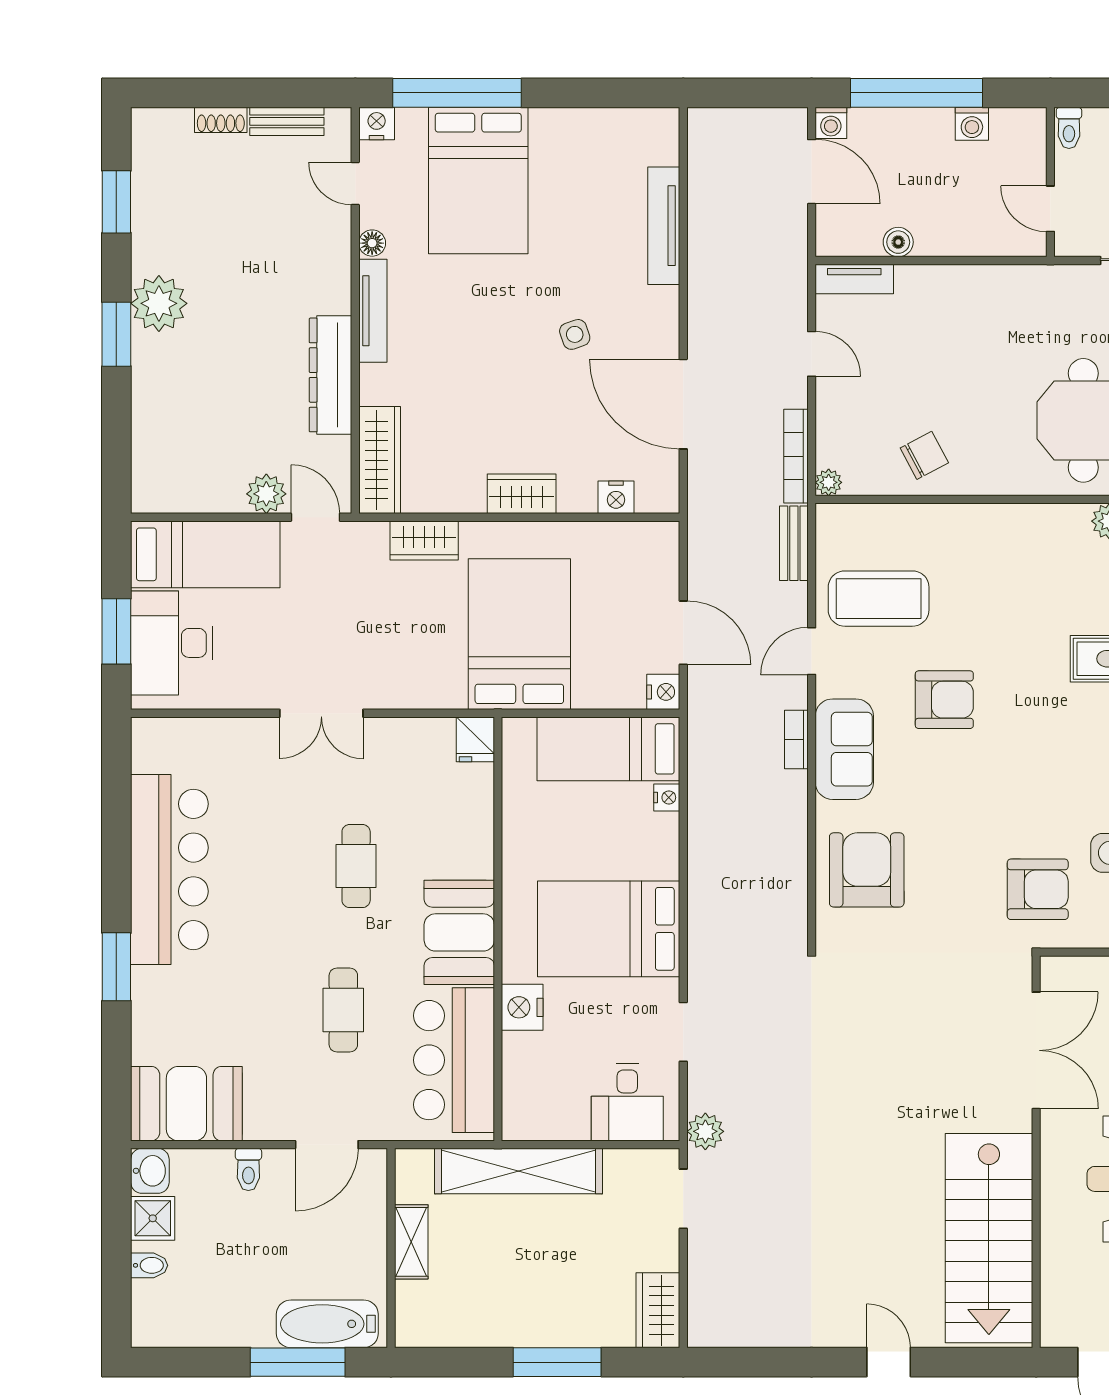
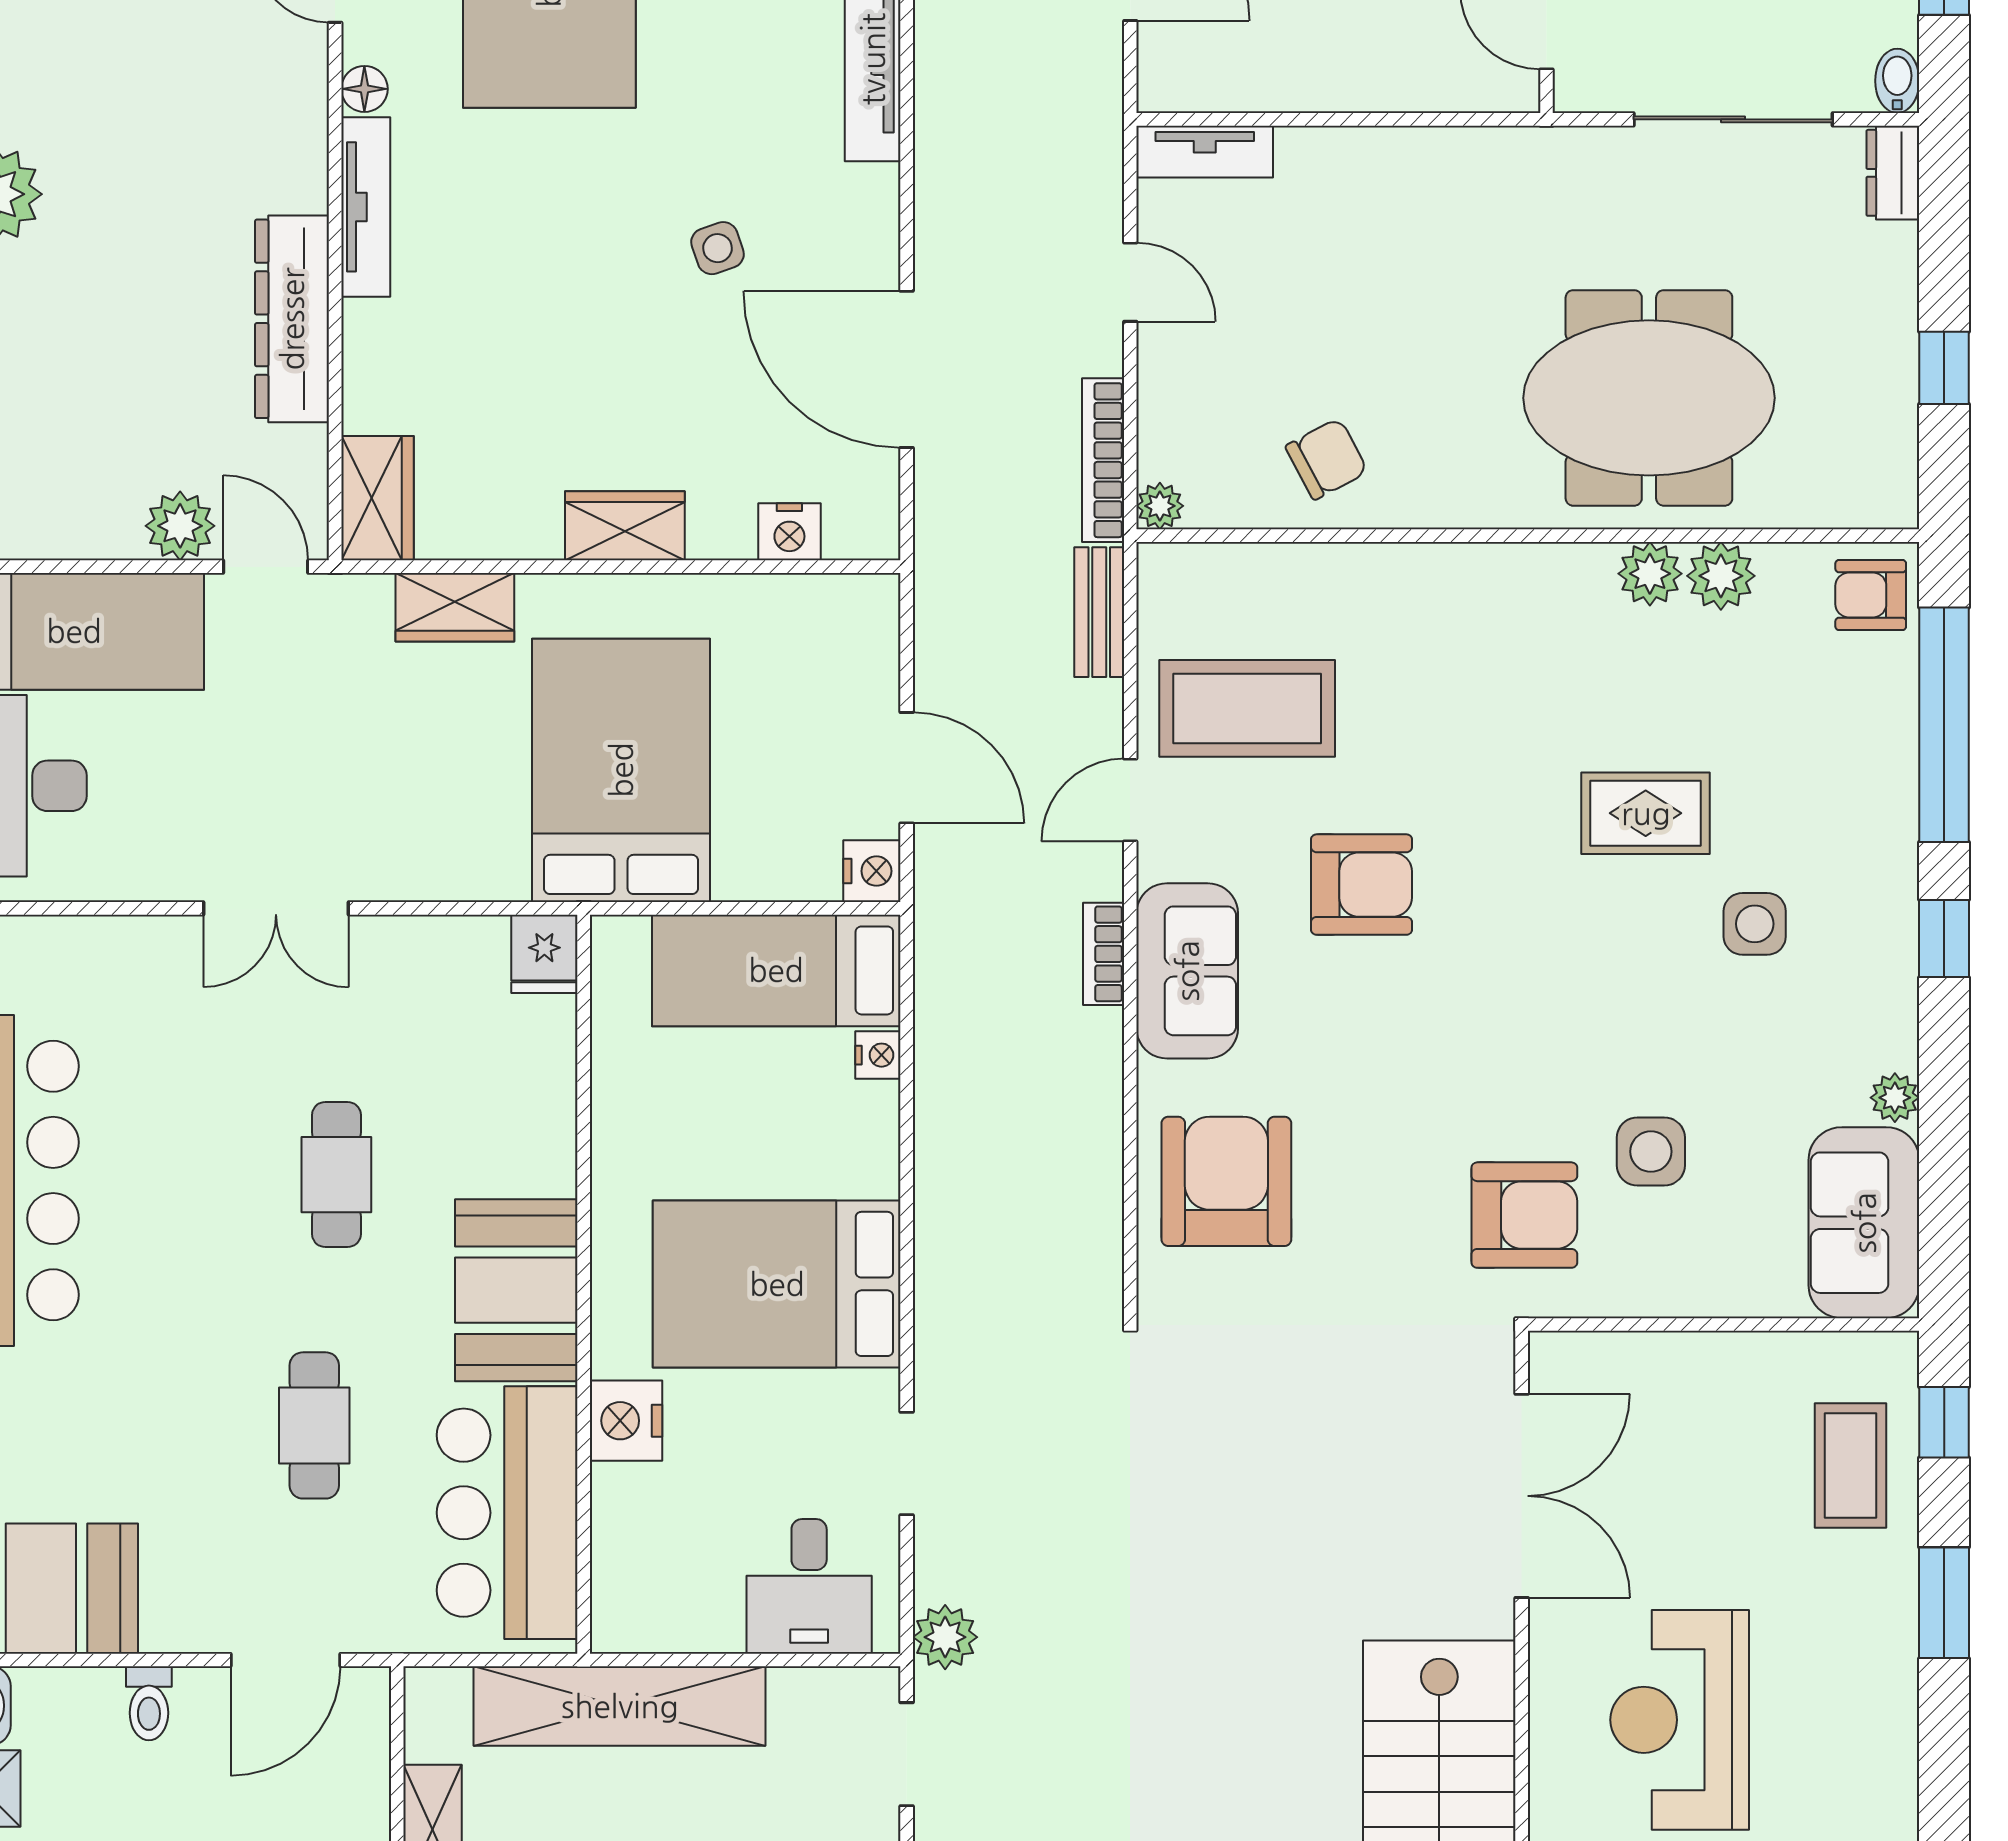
boiler: (898, 242) -> (1281, 87), removed
wardrobe: (380, 460) -> (377, 498), width x0.67

